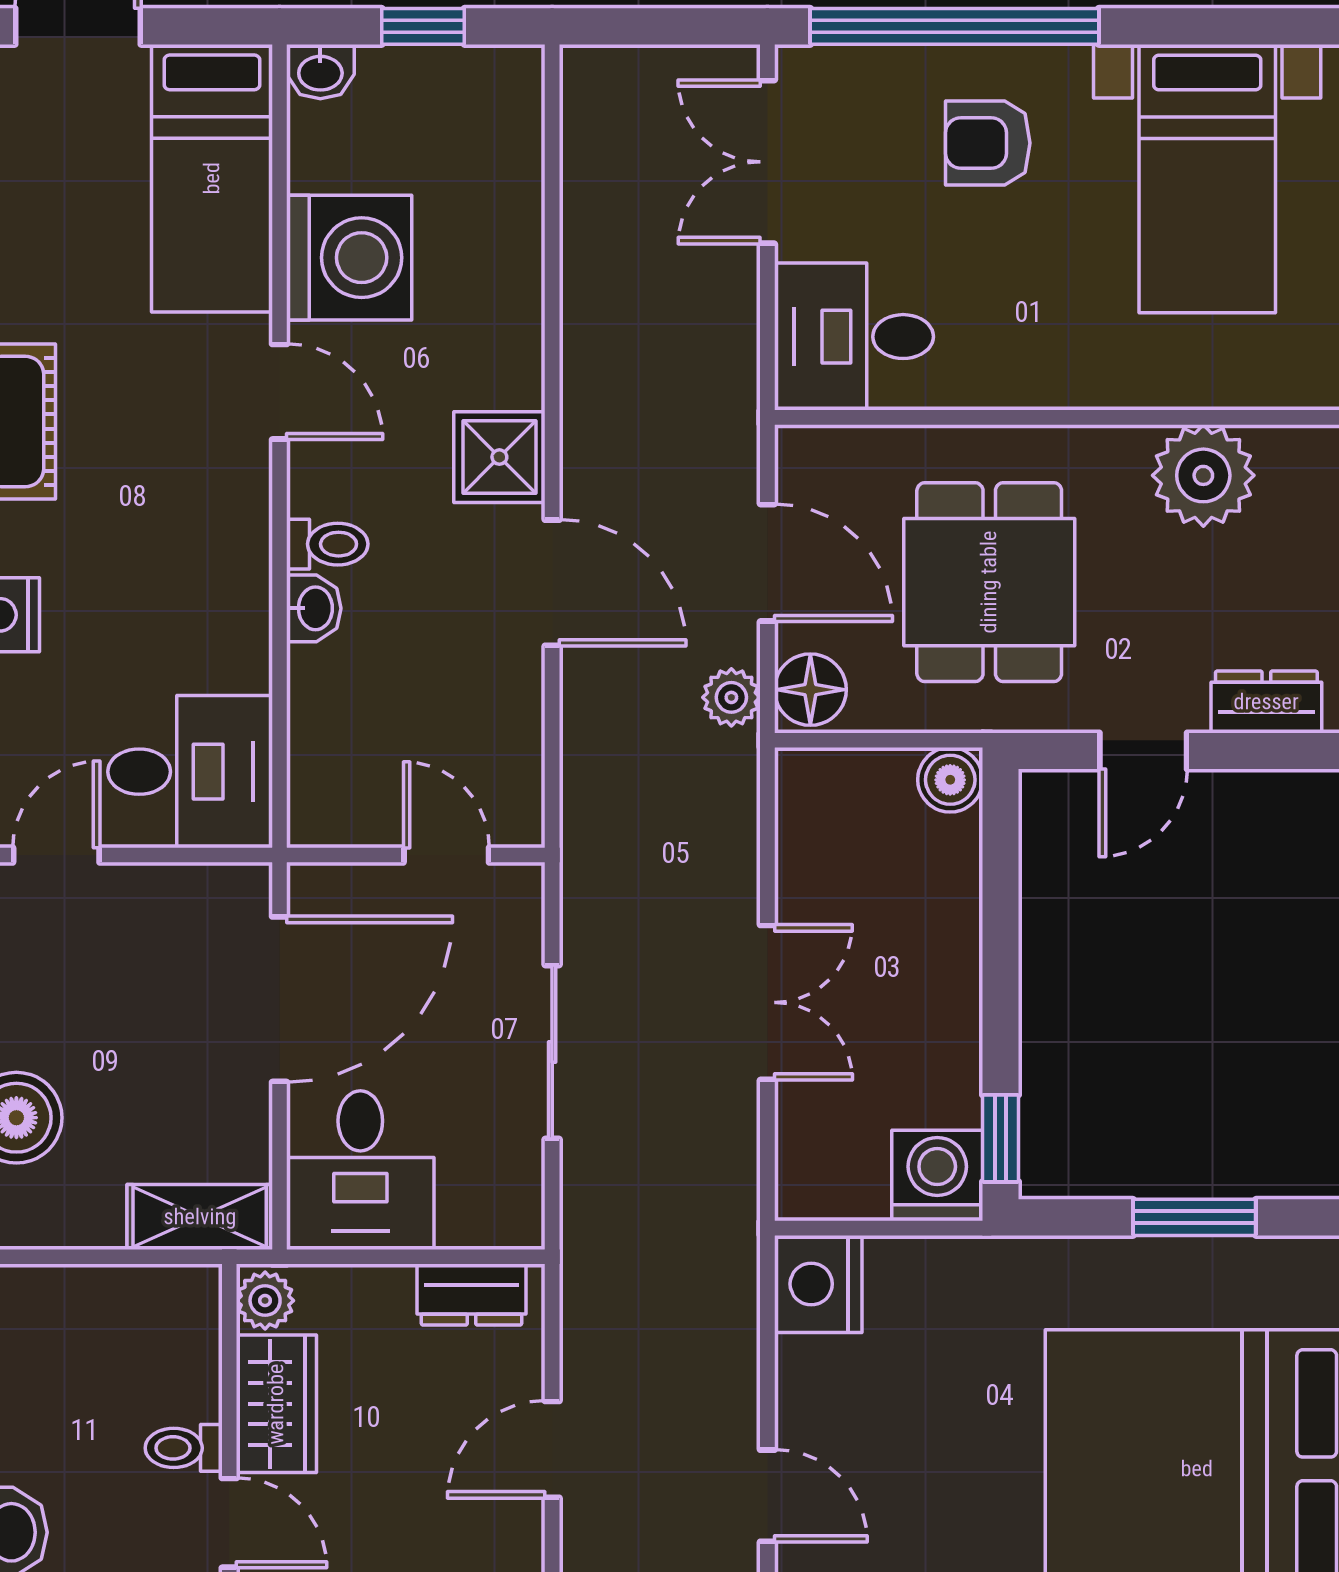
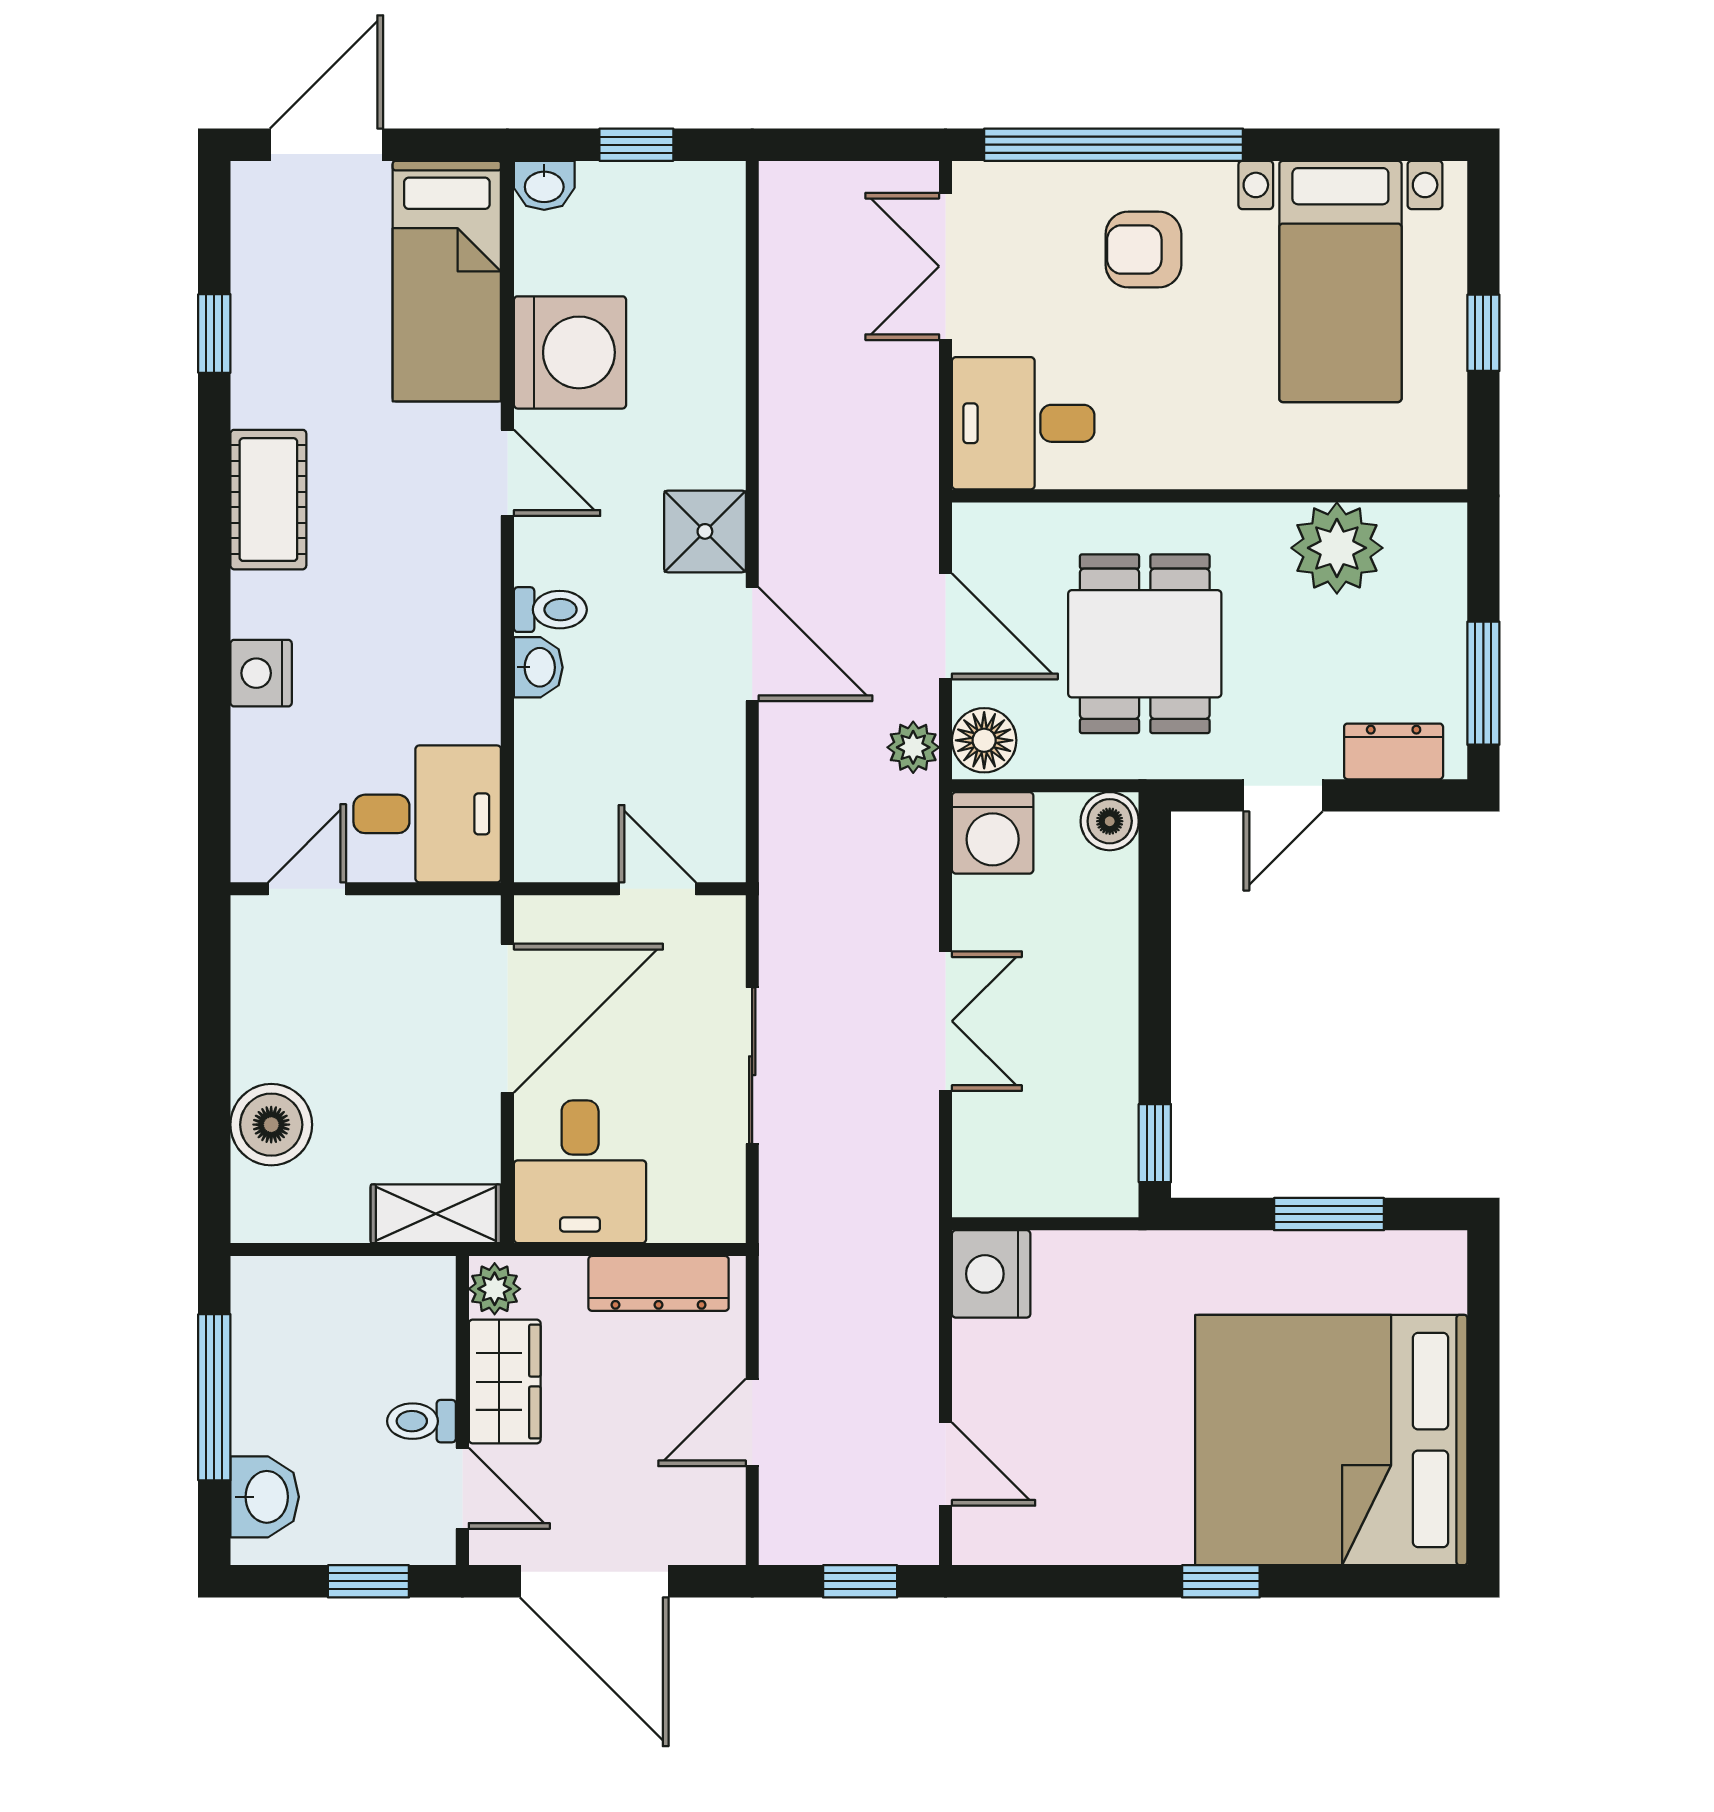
washing machine: (937, 1176) -> (993, 833), moved, turned 180
dresser: (472, 1295) -> (659, 1283), width x1.44

